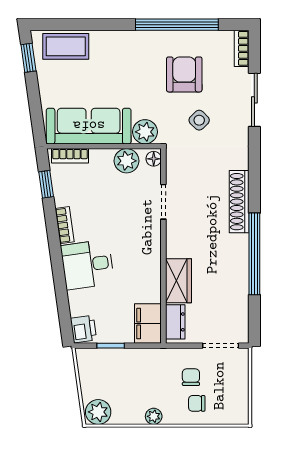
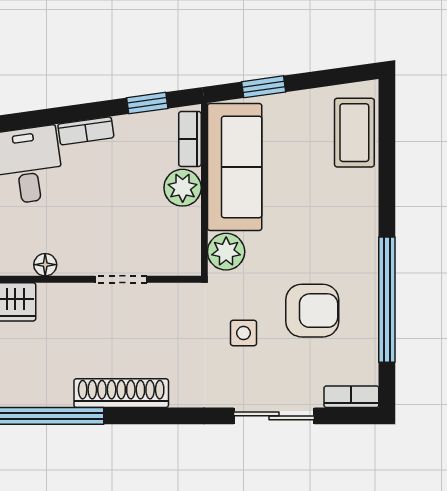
window: (28, 58) -> (264, 87), moved
side table: (199, 120) -> (244, 333), turned 45
floor lamp: (154, 159) -> (45, 265), moved
plant: (127, 161) -> (183, 188), moved

